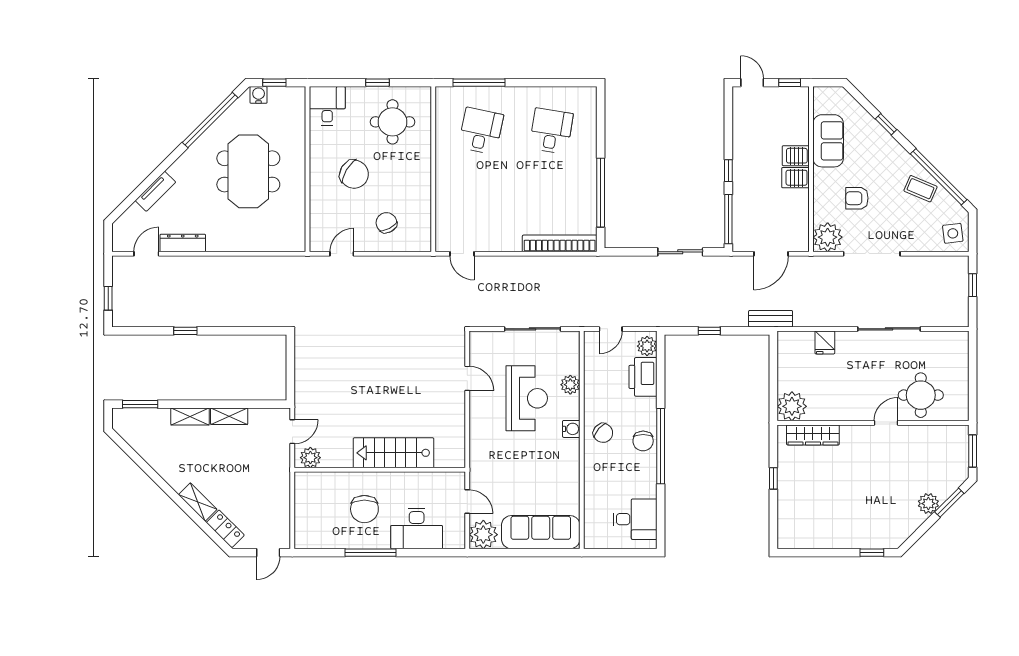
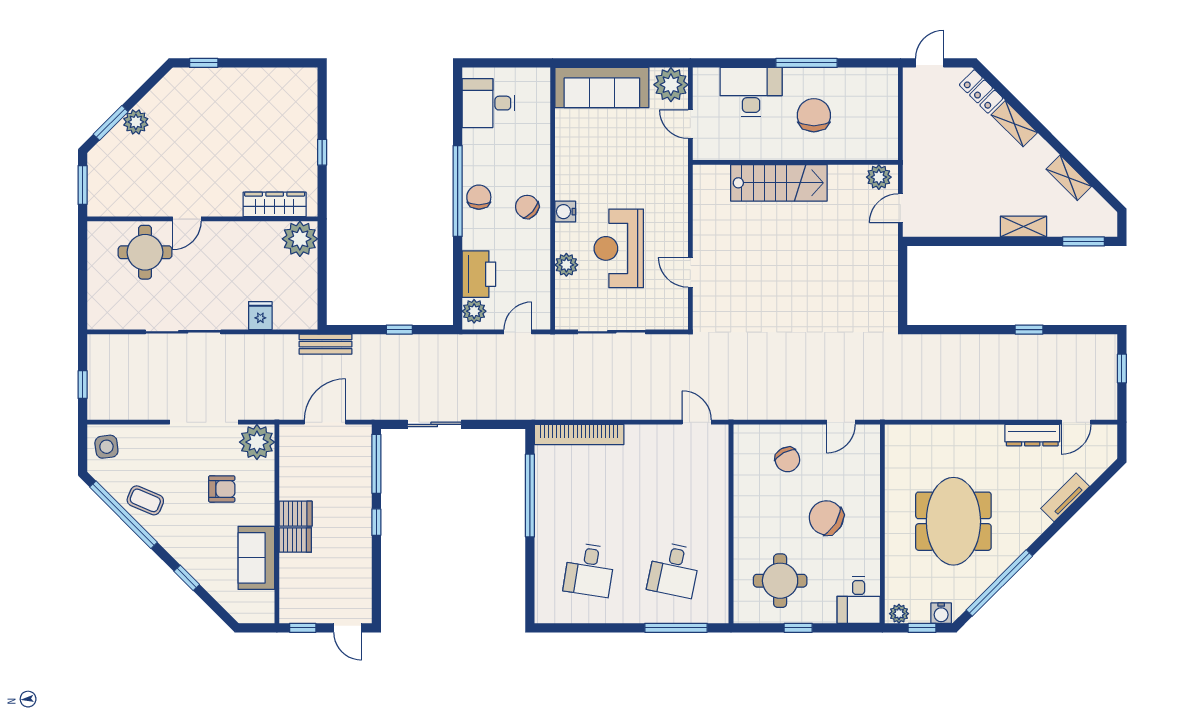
plant: (294, 94) -> (899, 614), added
shelving: (229, 416) -> (1069, 178), moved, turned 45

